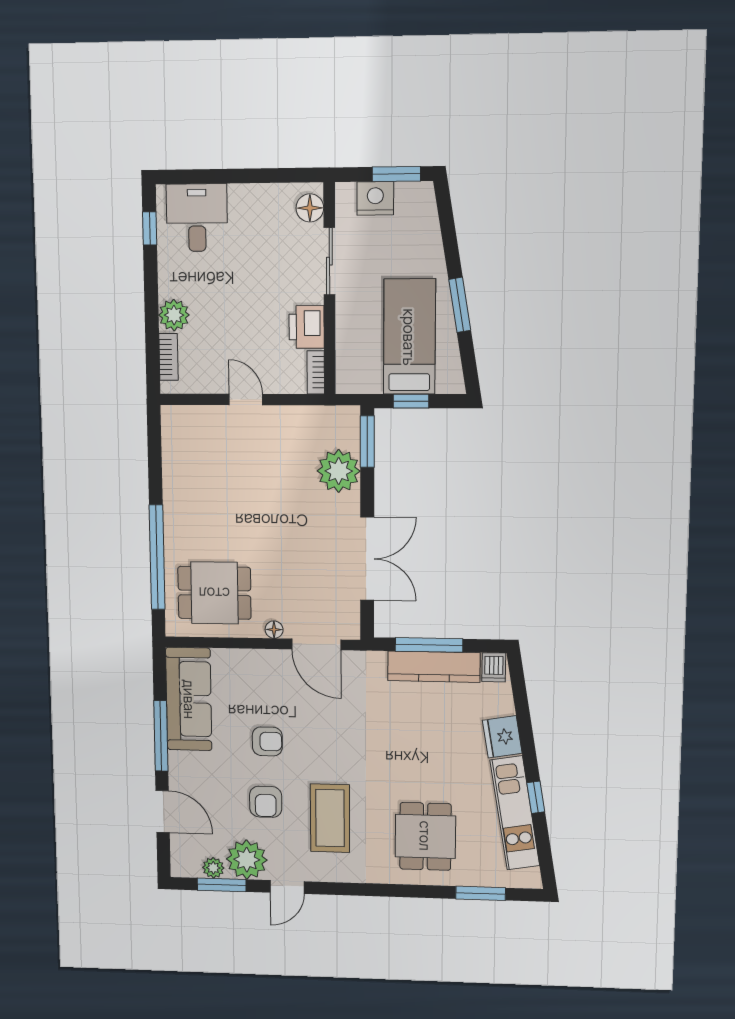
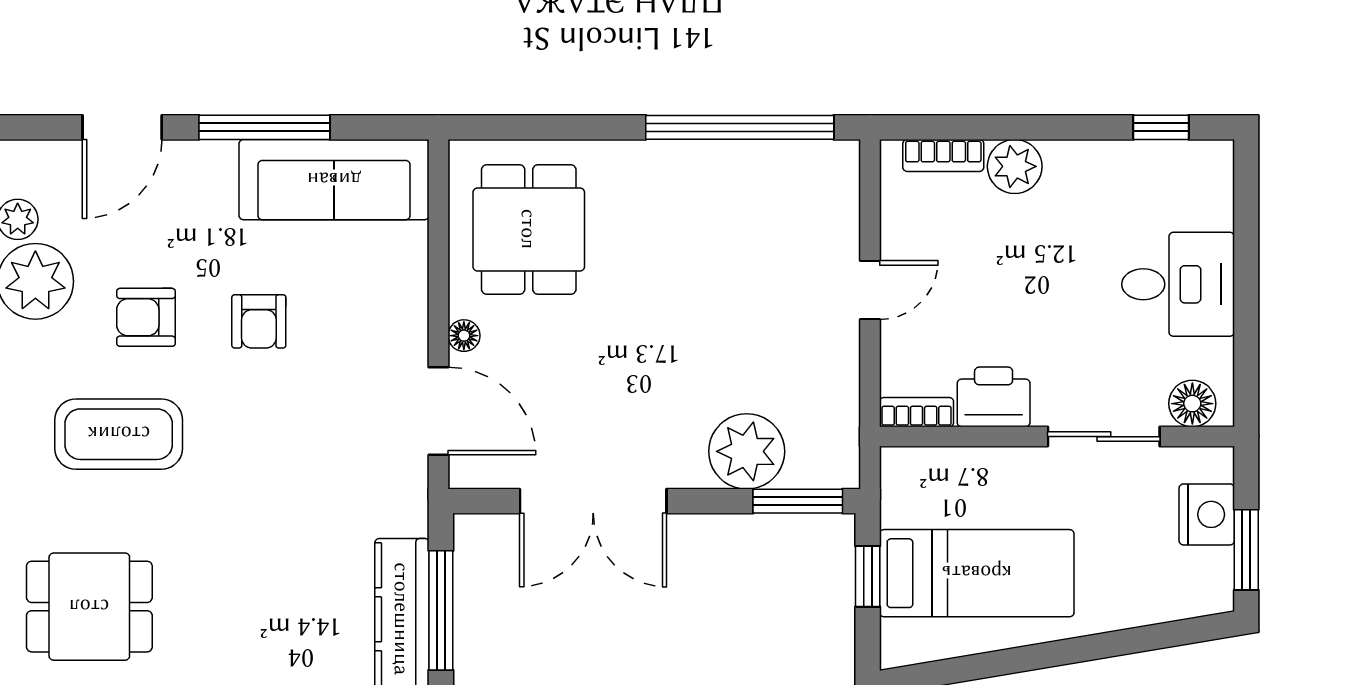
desk: (197, 218) -> (1178, 284), moved
window: (460, 305) -> (1030, 658), removed
window: (157, 557) -> (740, 127), moved
door: (316, 644) -> (438, 411), swing flipped

